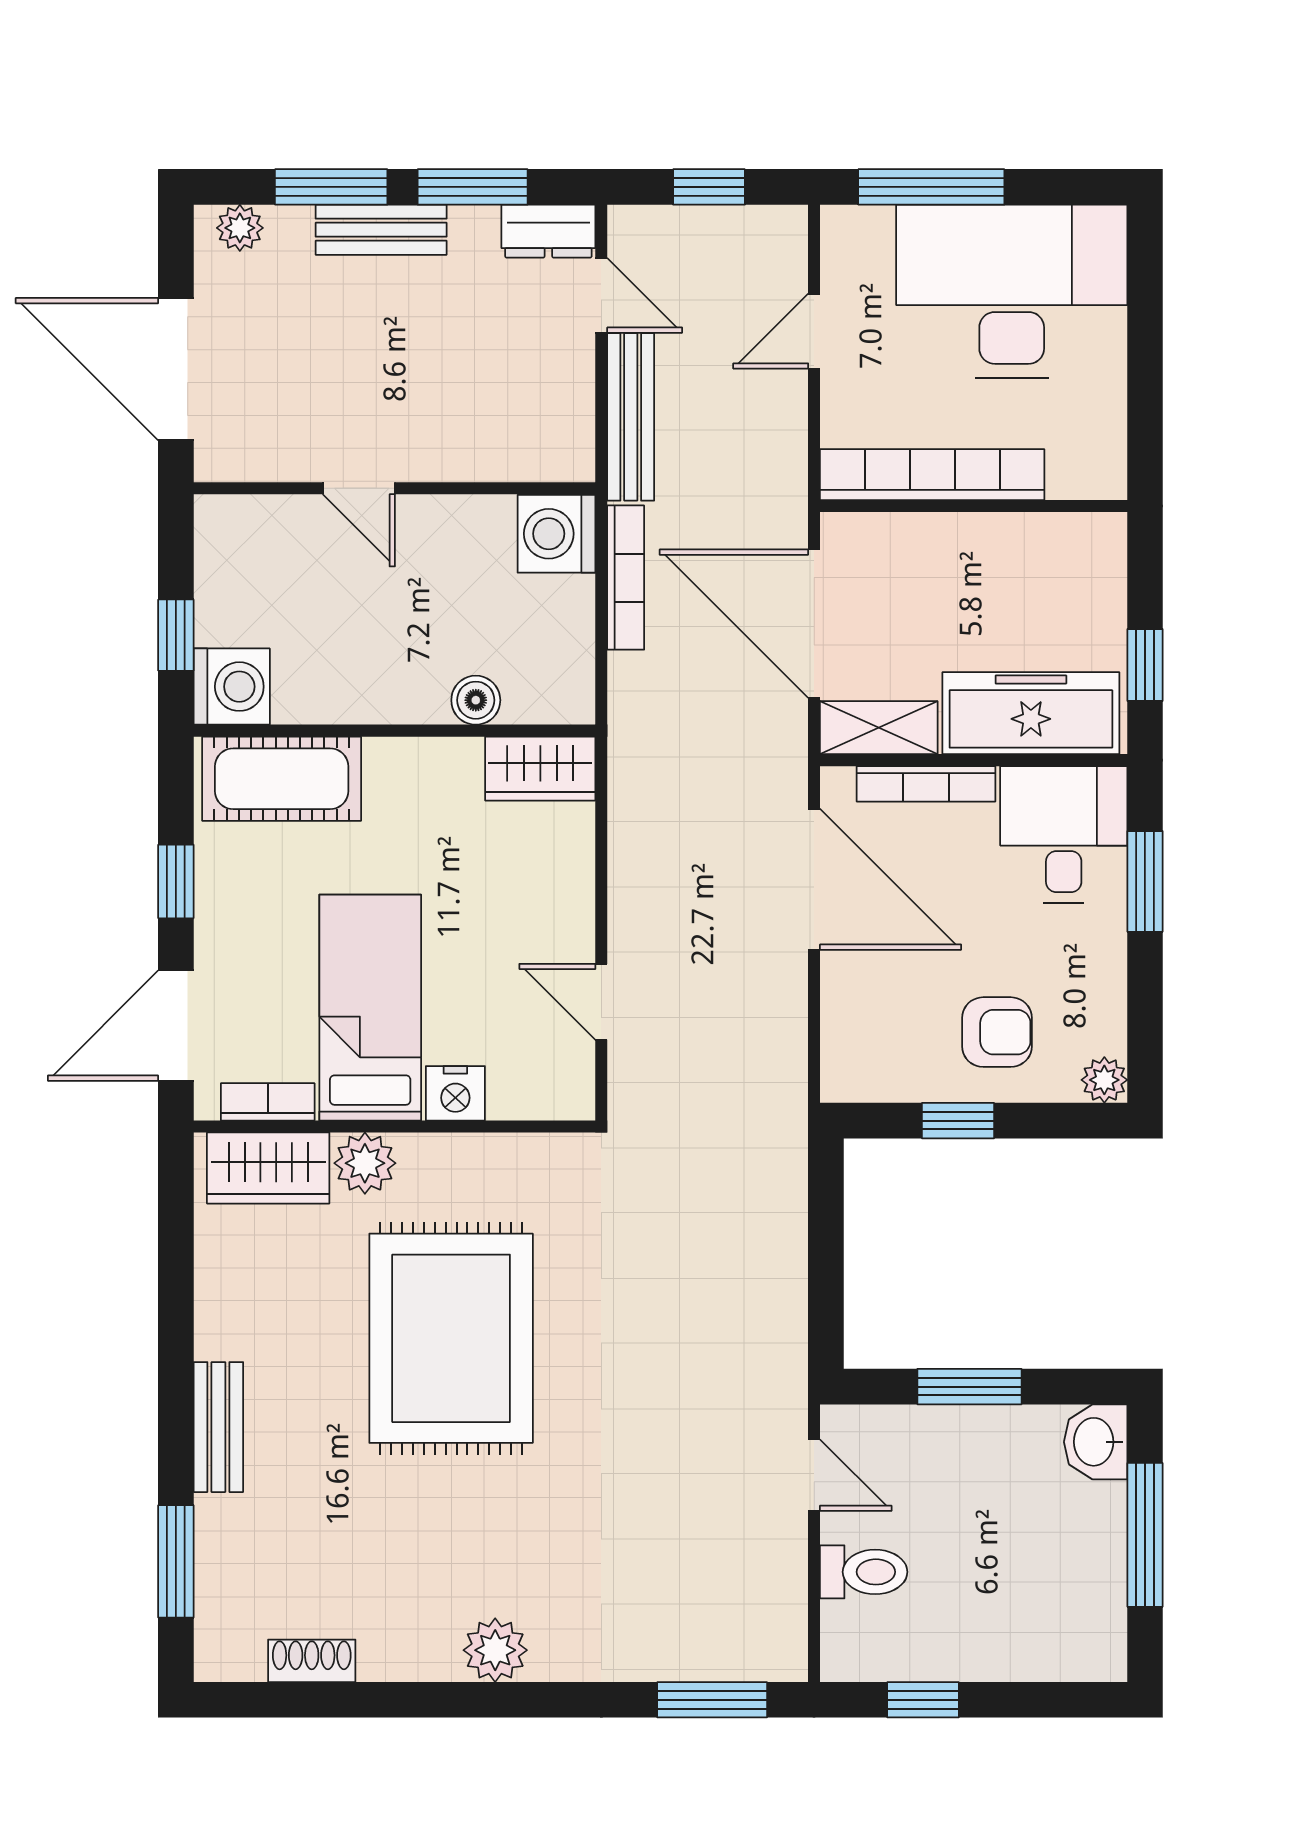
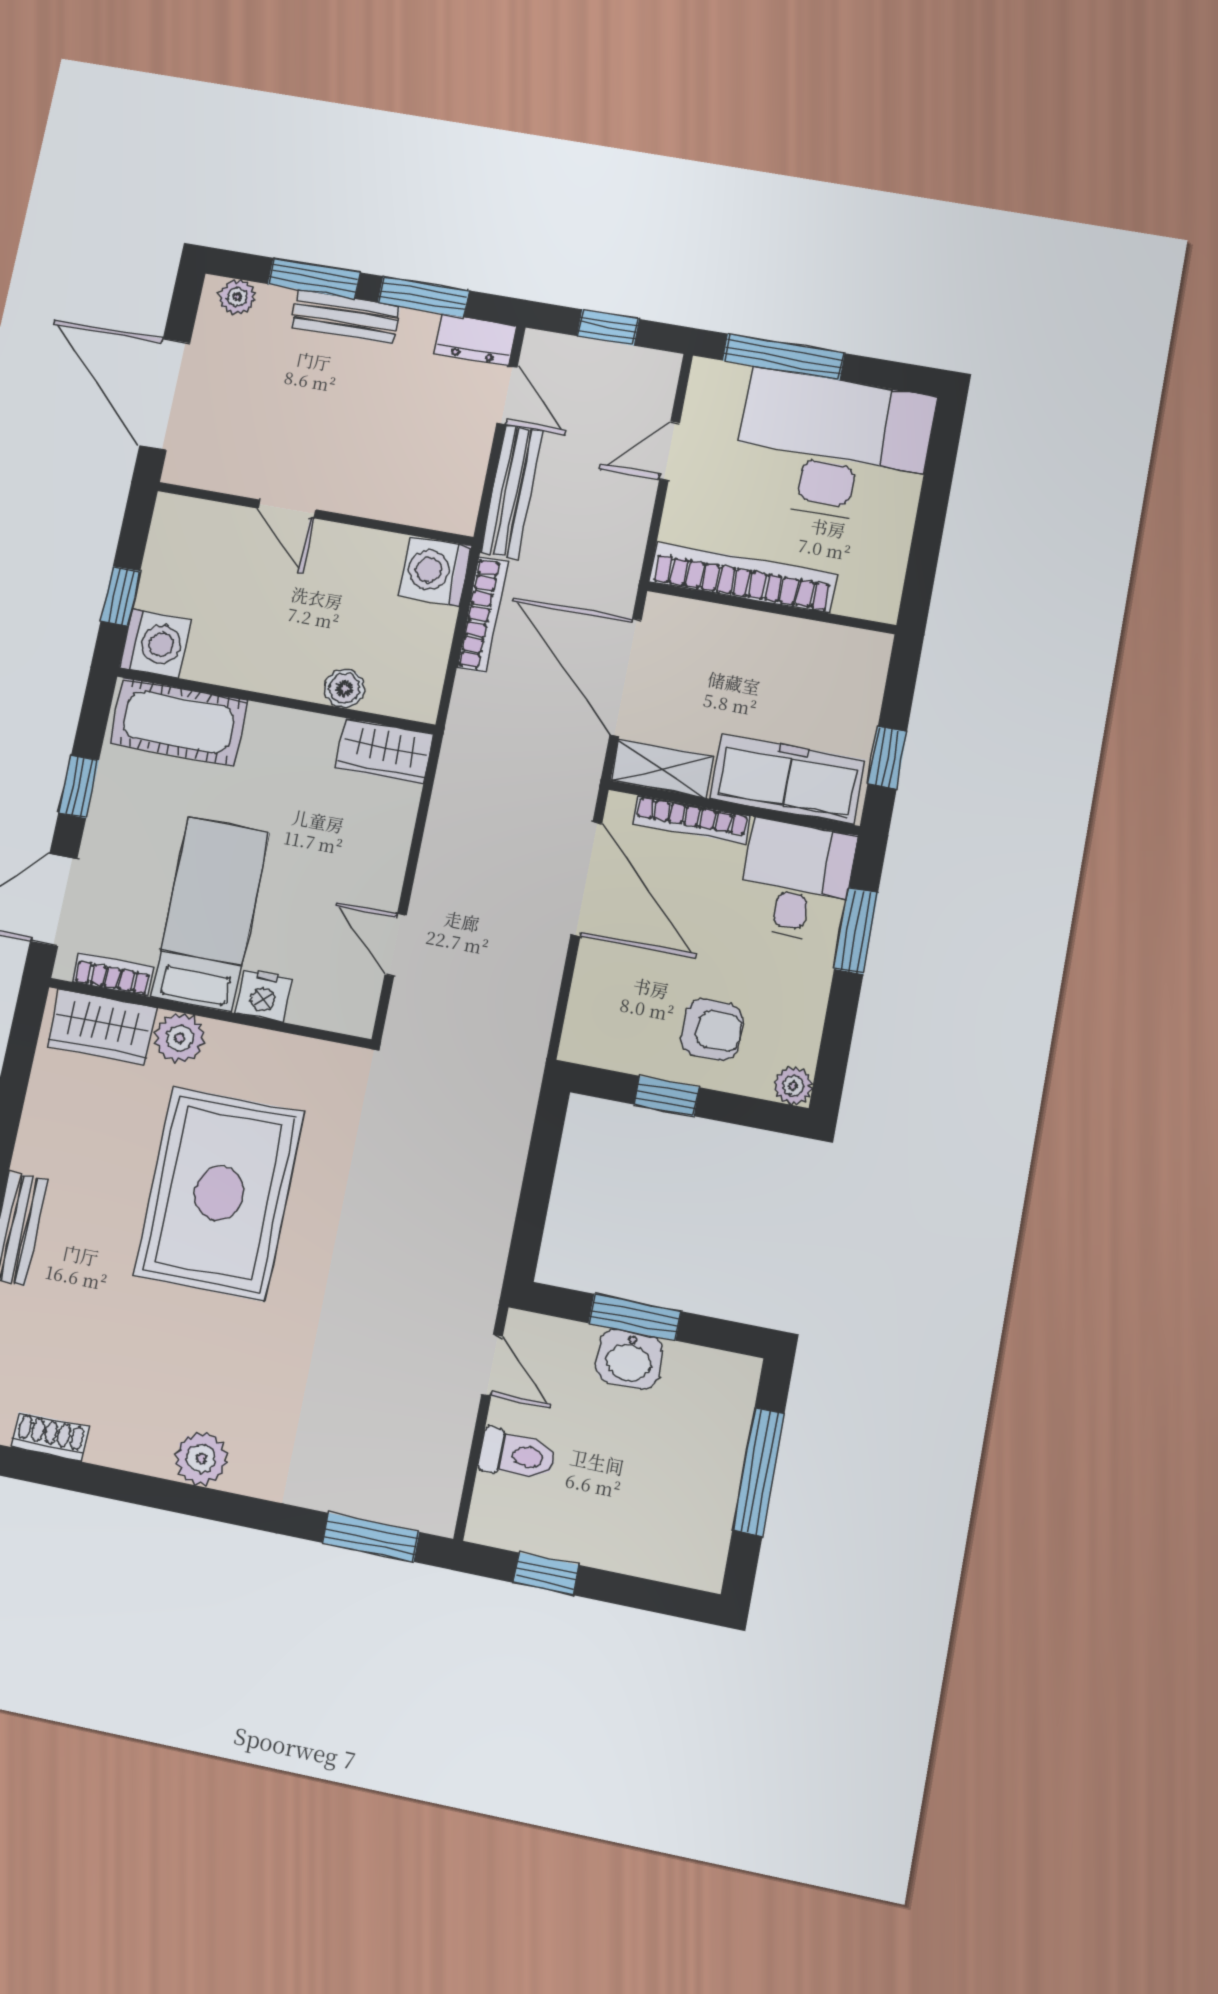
washbasin: (1096, 1442) -> (629, 1359), moved, turned -90

